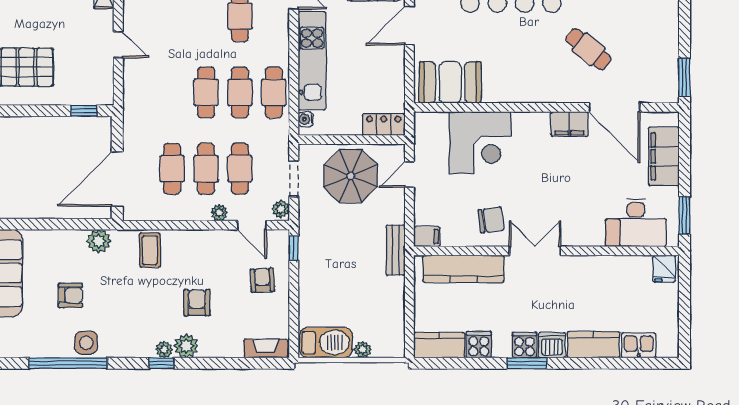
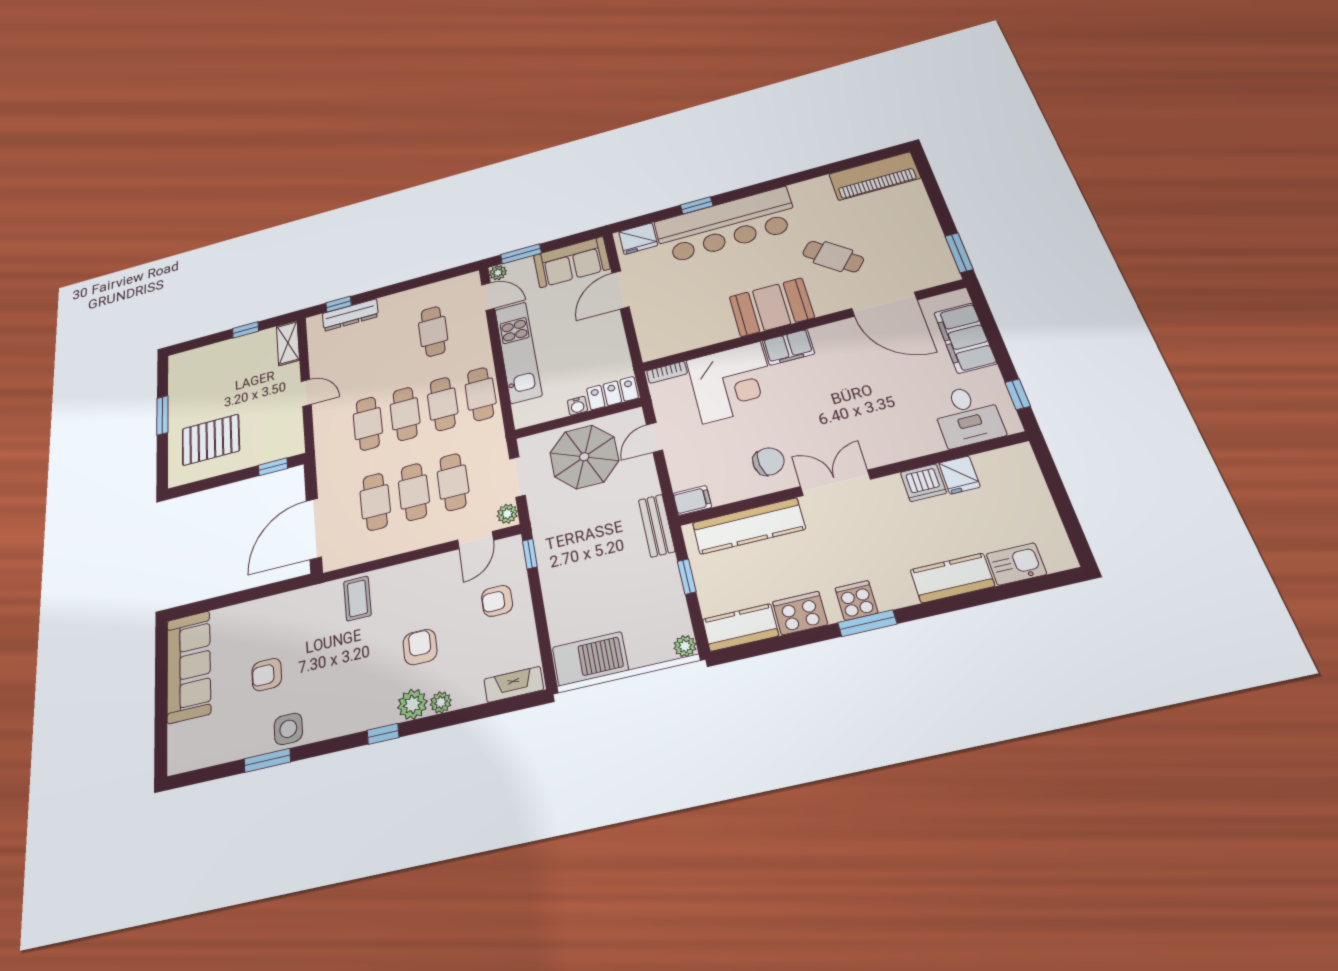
booth: (450, 82) -> (771, 307), moved
cafe table: (172, 92) -> (368, 424), added
bookcase: (431, 118) -> (667, 372), added
water cooler: (306, 119) -> (577, 406), moved, turned -90
filing cabinet: (569, 124) -> (788, 347), moved
plant: (219, 213) -> (435, 536), removed
window: (684, 215) -> (1018, 394), width x0.67
desk: (636, 223) -> (967, 416), width x0.73
door: (252, 225) -> (476, 540), hinge flipped
plant: (99, 241) -> (297, 603), removed
fridge: (664, 269) -> (959, 475), moved
armchair: (262, 280) -> (497, 601), turned -87
armchair: (70, 295) -> (267, 675), turned 180
window: (409, 297) -> (687, 577), added
cooker: (479, 345) -> (800, 613), width x1.36
dishwasher: (552, 345) -> (923, 483), moved, turned 180
plant: (164, 349) -> (441, 702), moved
plant: (363, 349) -> (685, 646), moved
window: (68, 363) -> (267, 760), width x0.47

